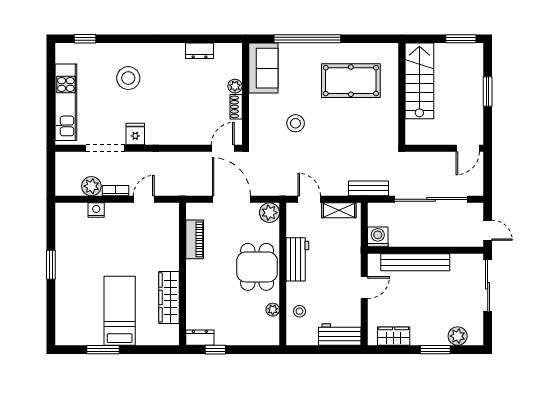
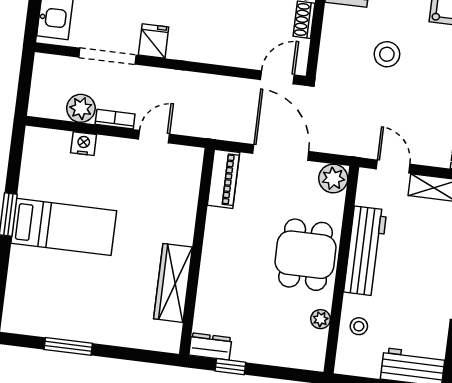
piano: (195, 239) -> (223, 179), moved
workbench: (297, 259) -> (365, 251), width x1.38
bed: (120, 311) -> (64, 227), moved, turned 90

